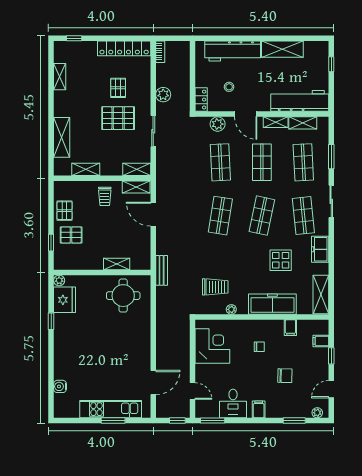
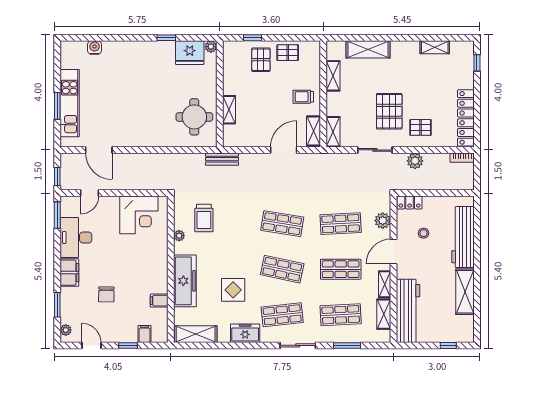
pallet: (118, 88) -> (420, 127), moved
chair: (259, 347) -> (138, 266), removed
desk: (233, 403) -> (76, 238), width x1.37
filing cabinet: (259, 409) -> (69, 273), width x2.00

